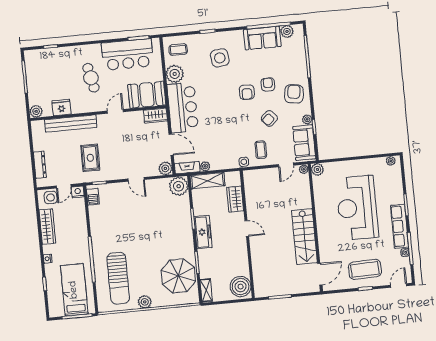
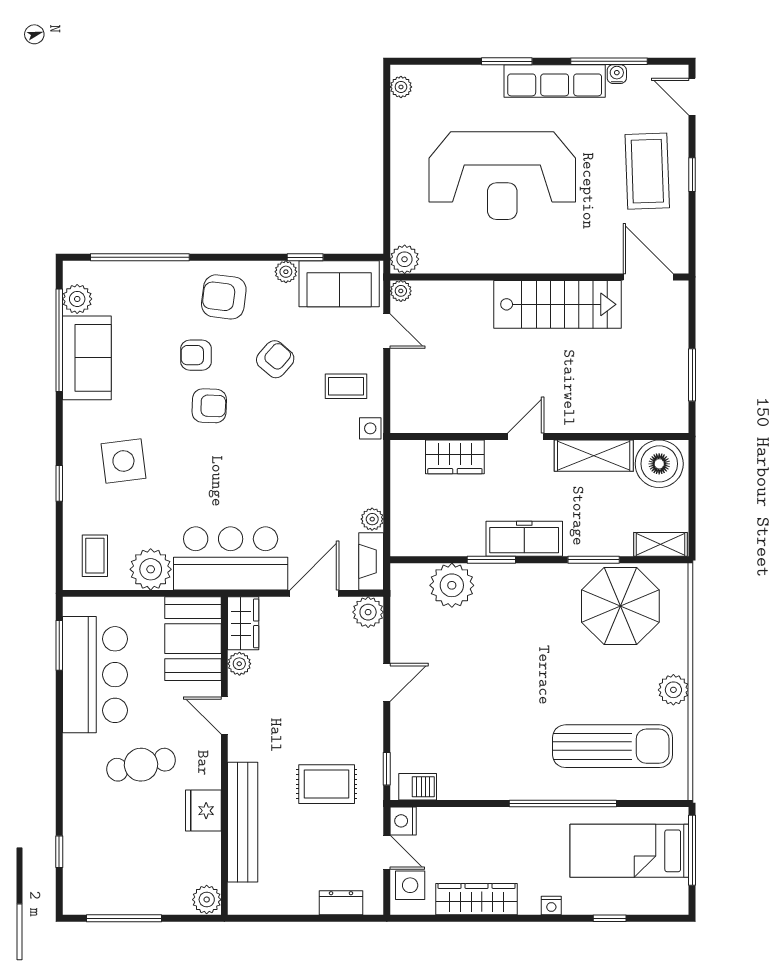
fridge: (61, 107) -> (203, 811), moved
plant: (138, 116) -> (239, 664), added
armchair: (269, 118) -> (275, 359), turned -97
dresser: (40, 165) -> (341, 903), width x0.70
shelving: (207, 181) -> (594, 456), moved, turned 90
plant: (179, 186) -> (452, 585), moved

